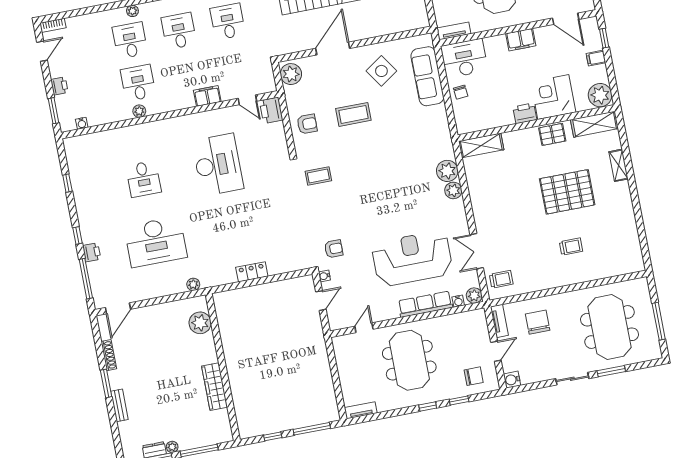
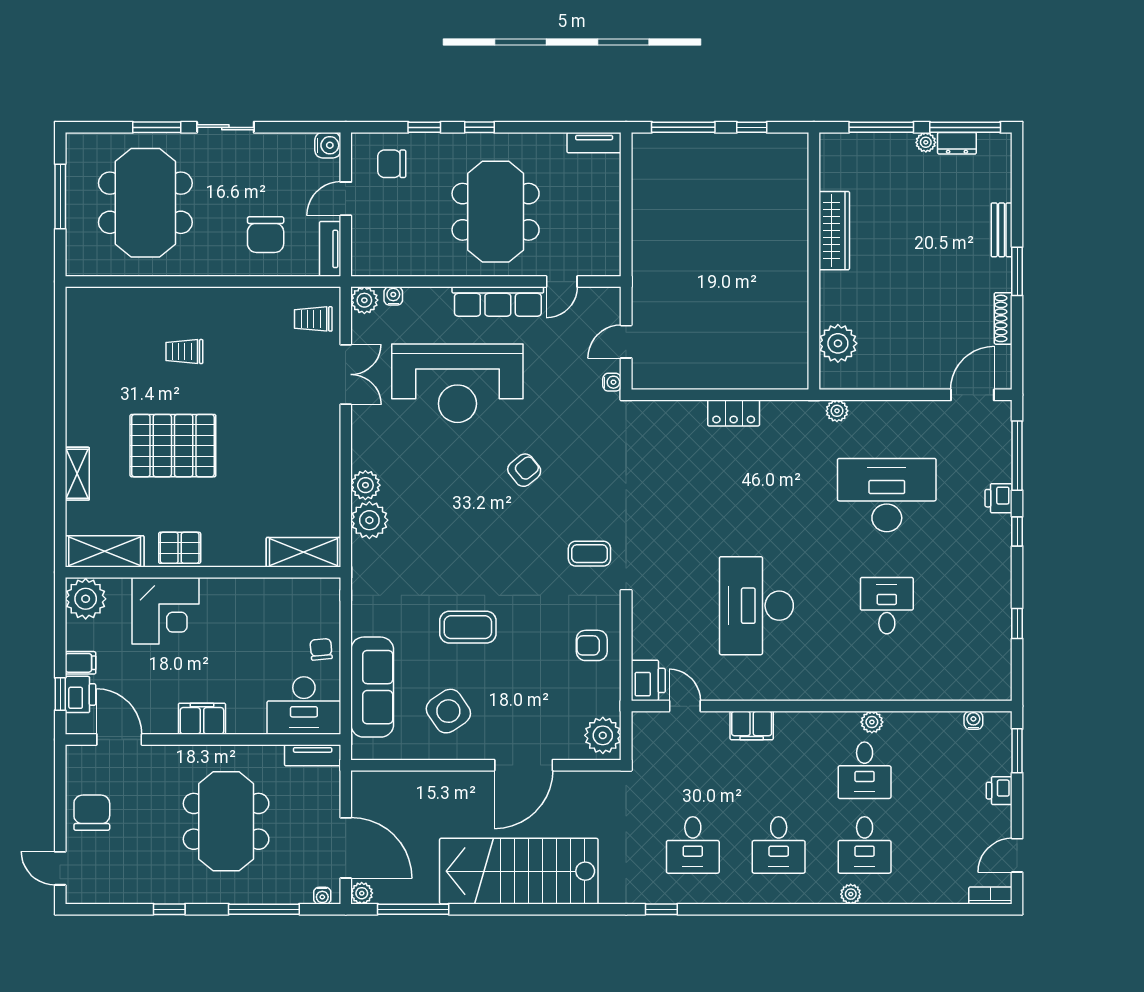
printer: (525, 113) -> (80, 694), moved, turned -90
coffee table: (353, 114) -> (468, 627), moved
armchair: (334, 249) -> (524, 470), moved, turned 141
row of seats: (425, 304) -> (498, 302), moved

